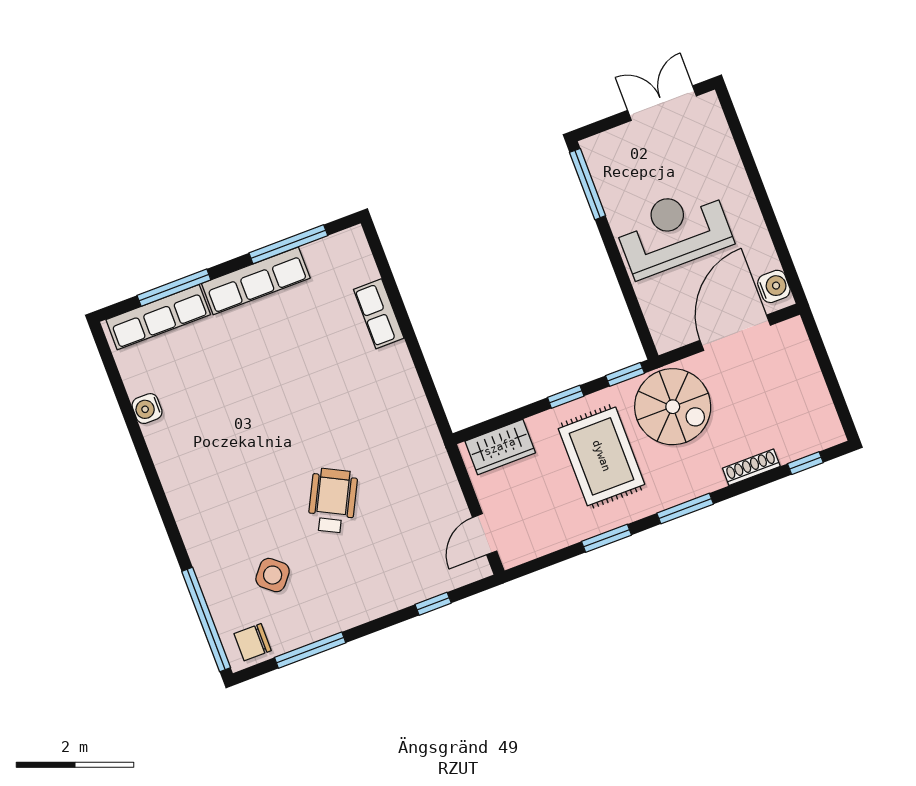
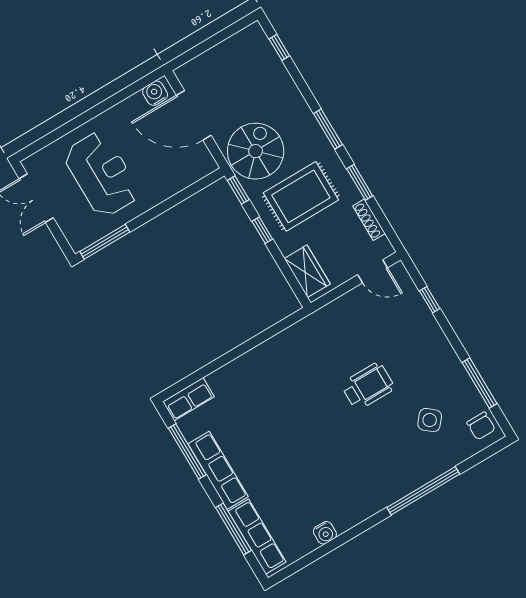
reception desk: (673, 231) -> (102, 174), moved, turned 180
row of seats: (379, 314) -> (188, 399), moved
shoe rack: (751, 467) -> (369, 220), moved
wheelchair: (333, 501) -> (368, 386), turned 153
window: (206, 619) -> (423, 491), moved

